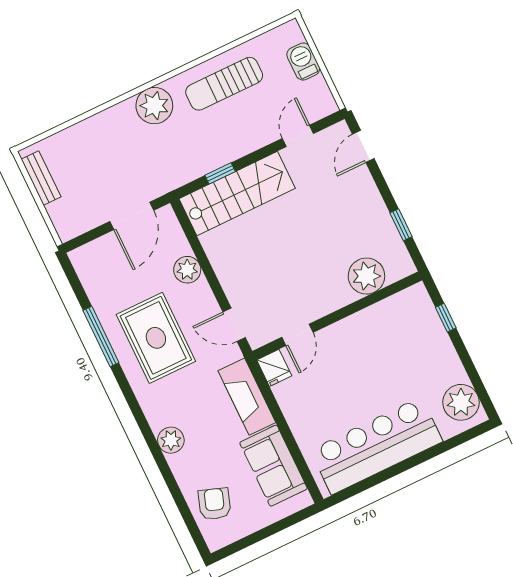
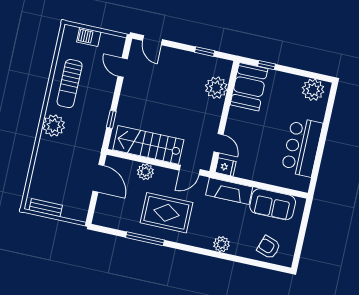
stairs: (237, 194) -> (148, 145), moved, turned -90
booth: (401, 317) -> (249, 87), added
bar counter: (376, 446) -> (302, 147), width x0.73

